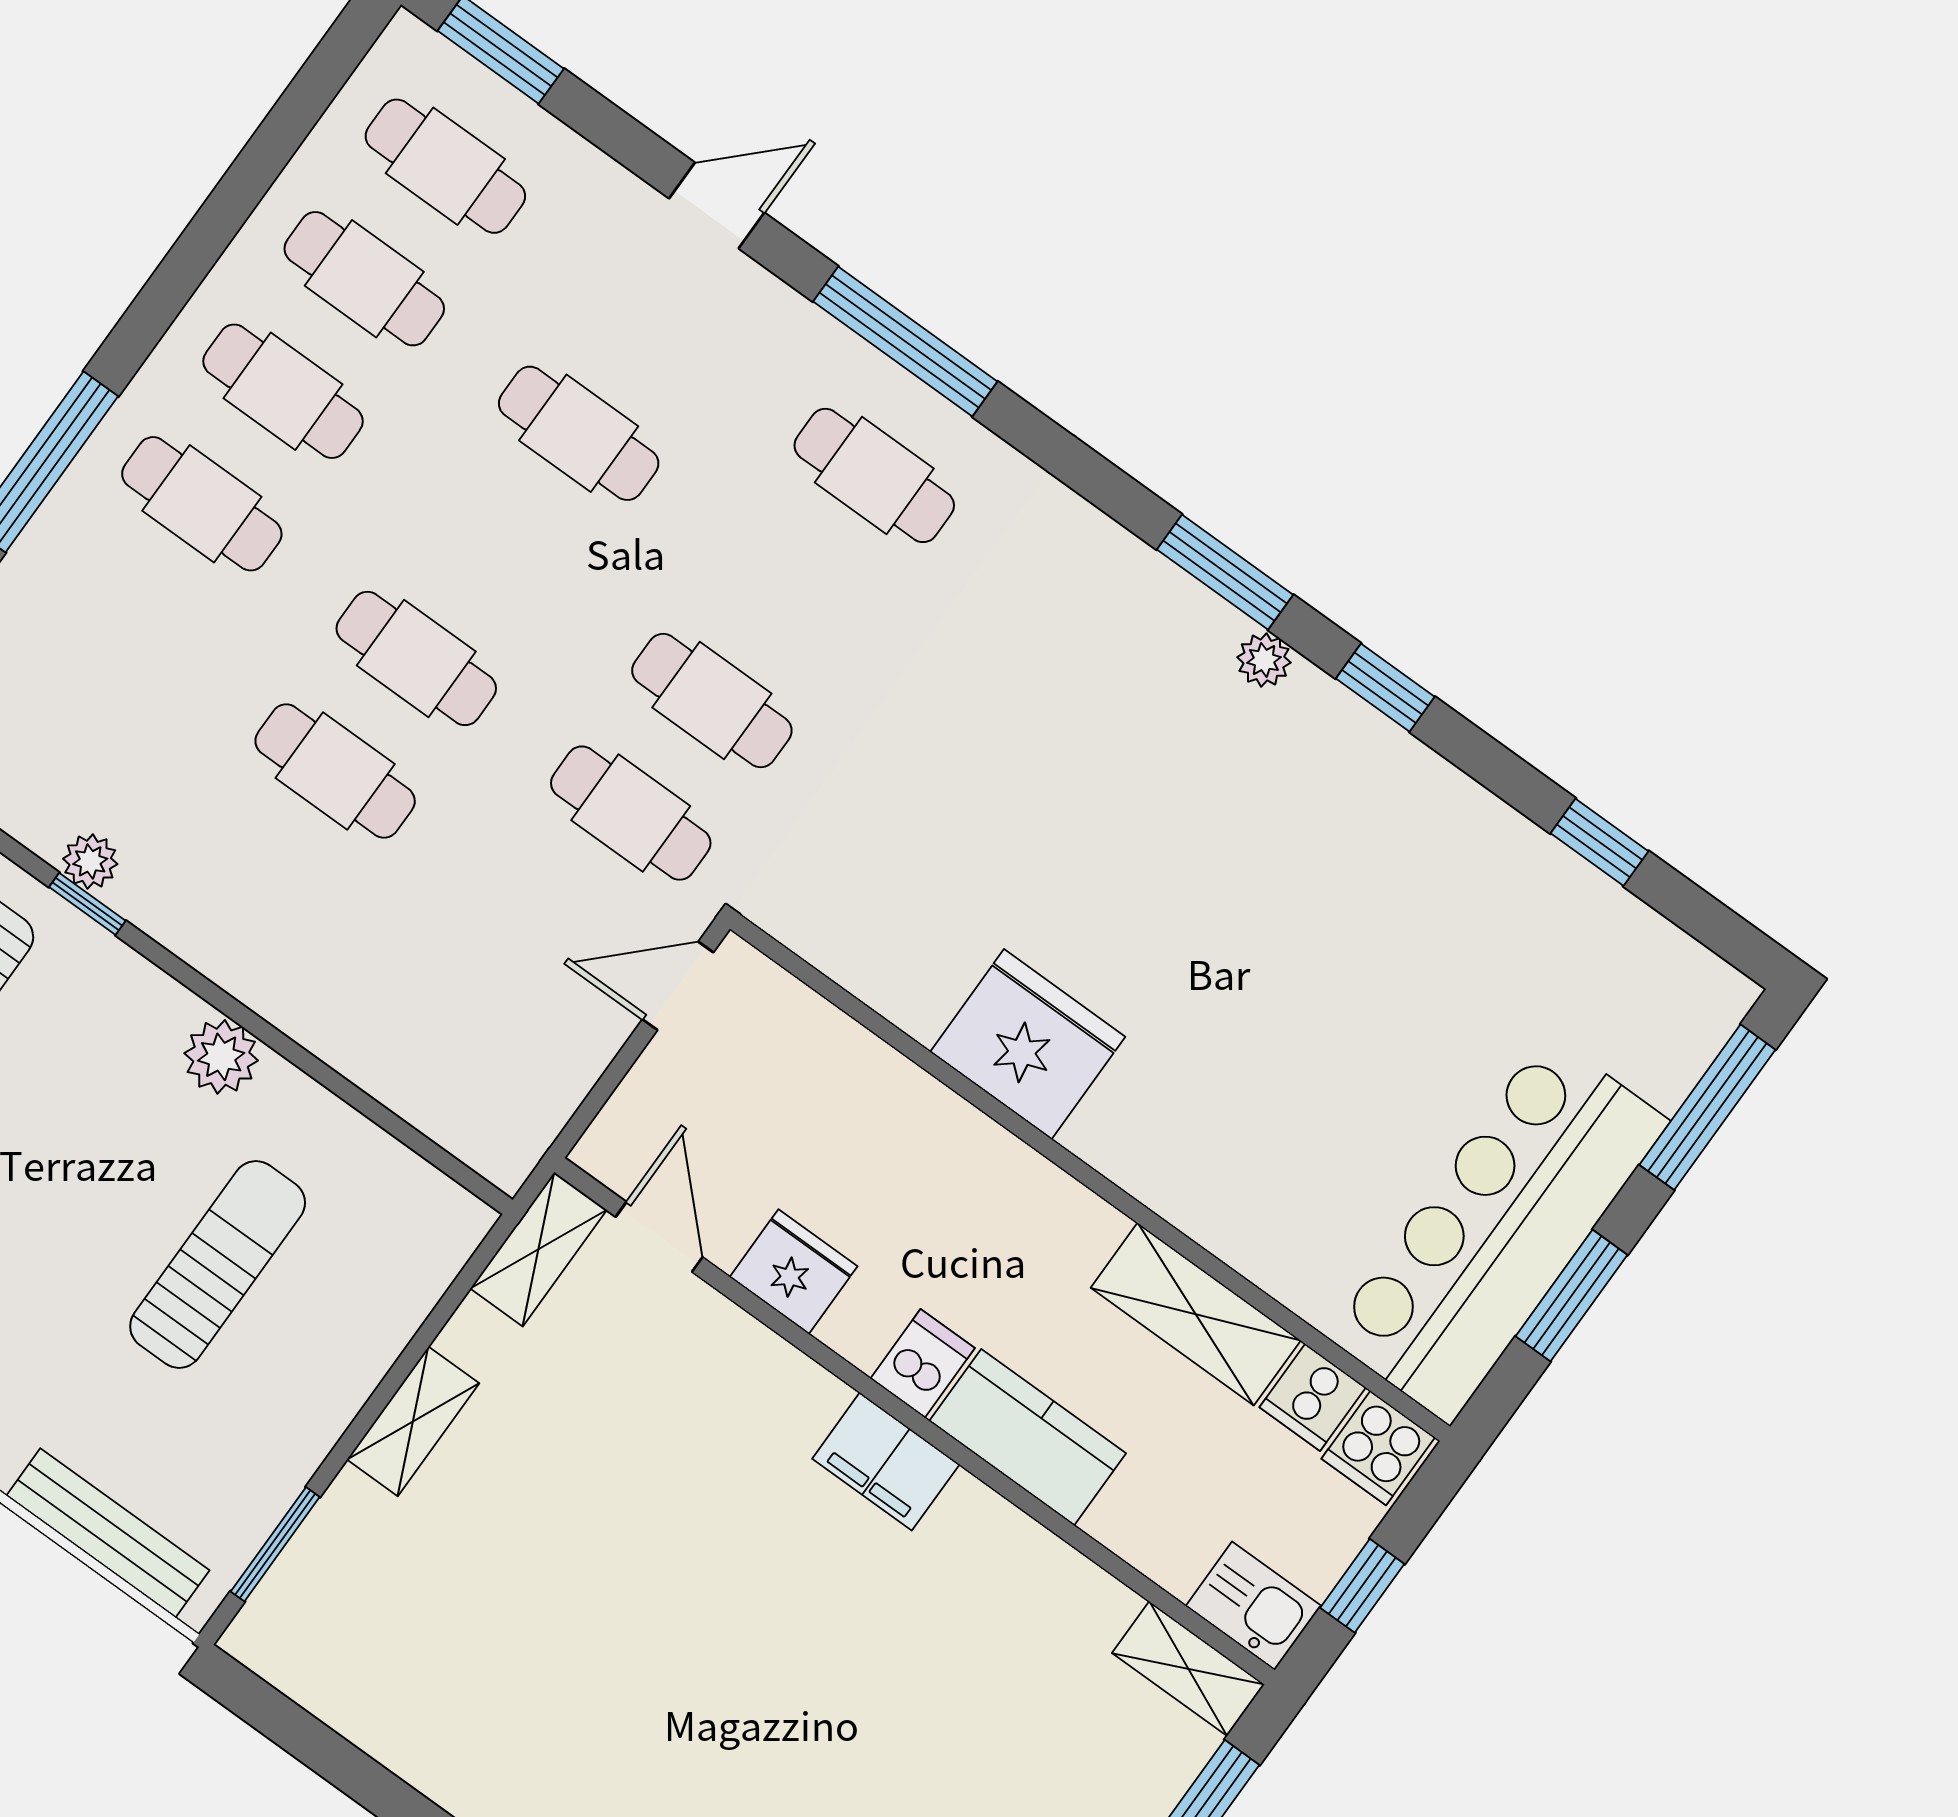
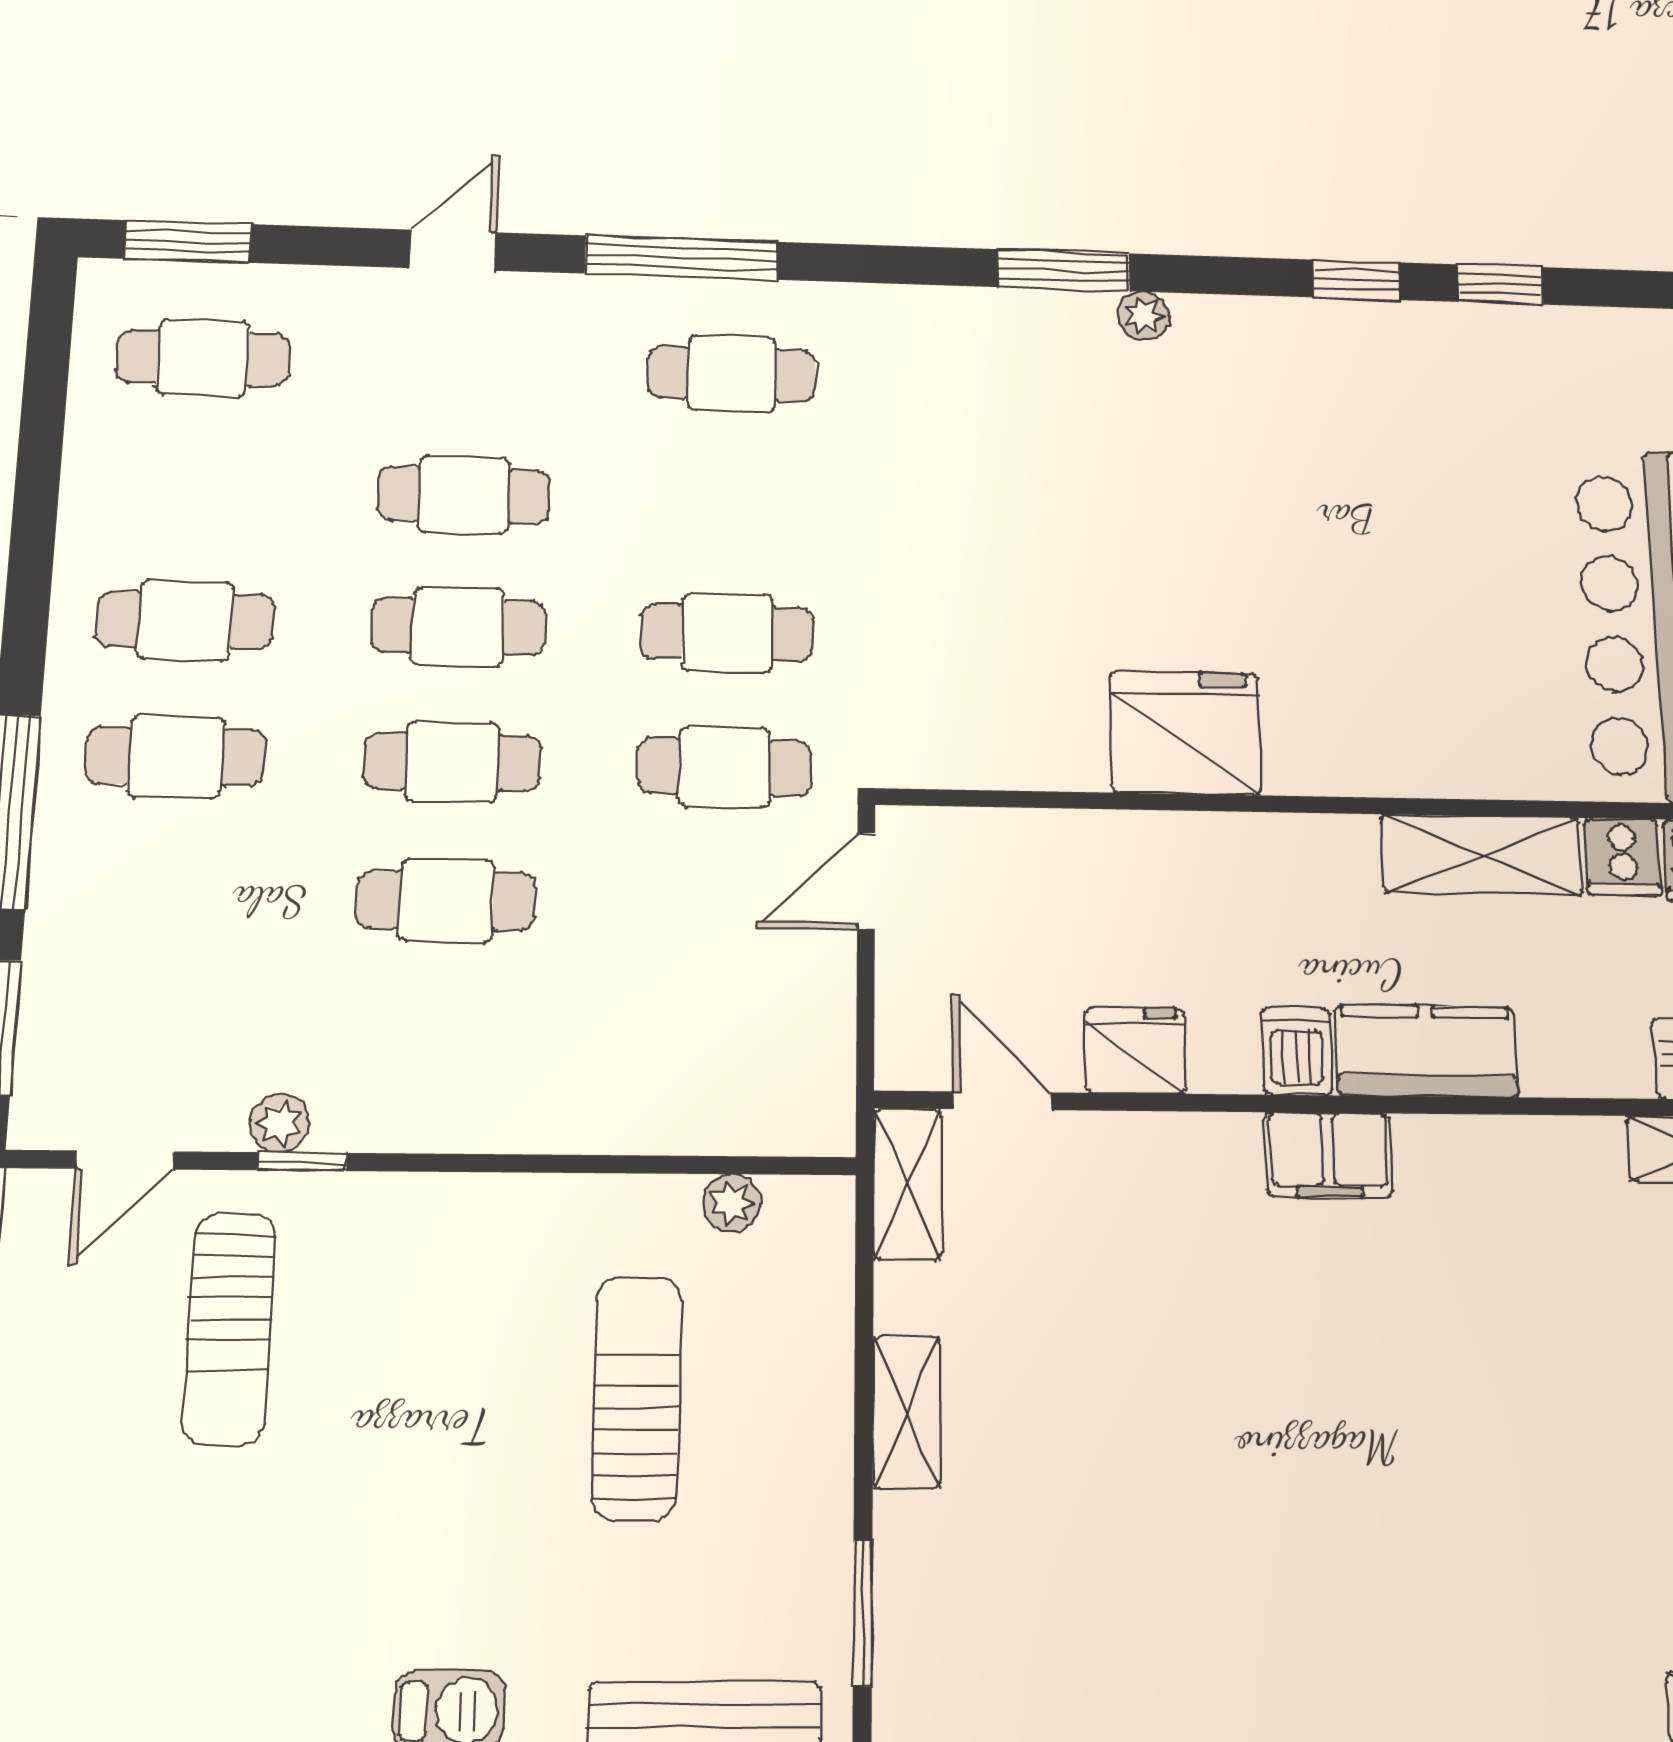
cafe table: (364, 279) -> (458, 627), moved
window: (1385, 688) -> (1356, 280), moved
plant: (221, 1057) -> (732, 1203), moved, width x0.73, depth x0.73

